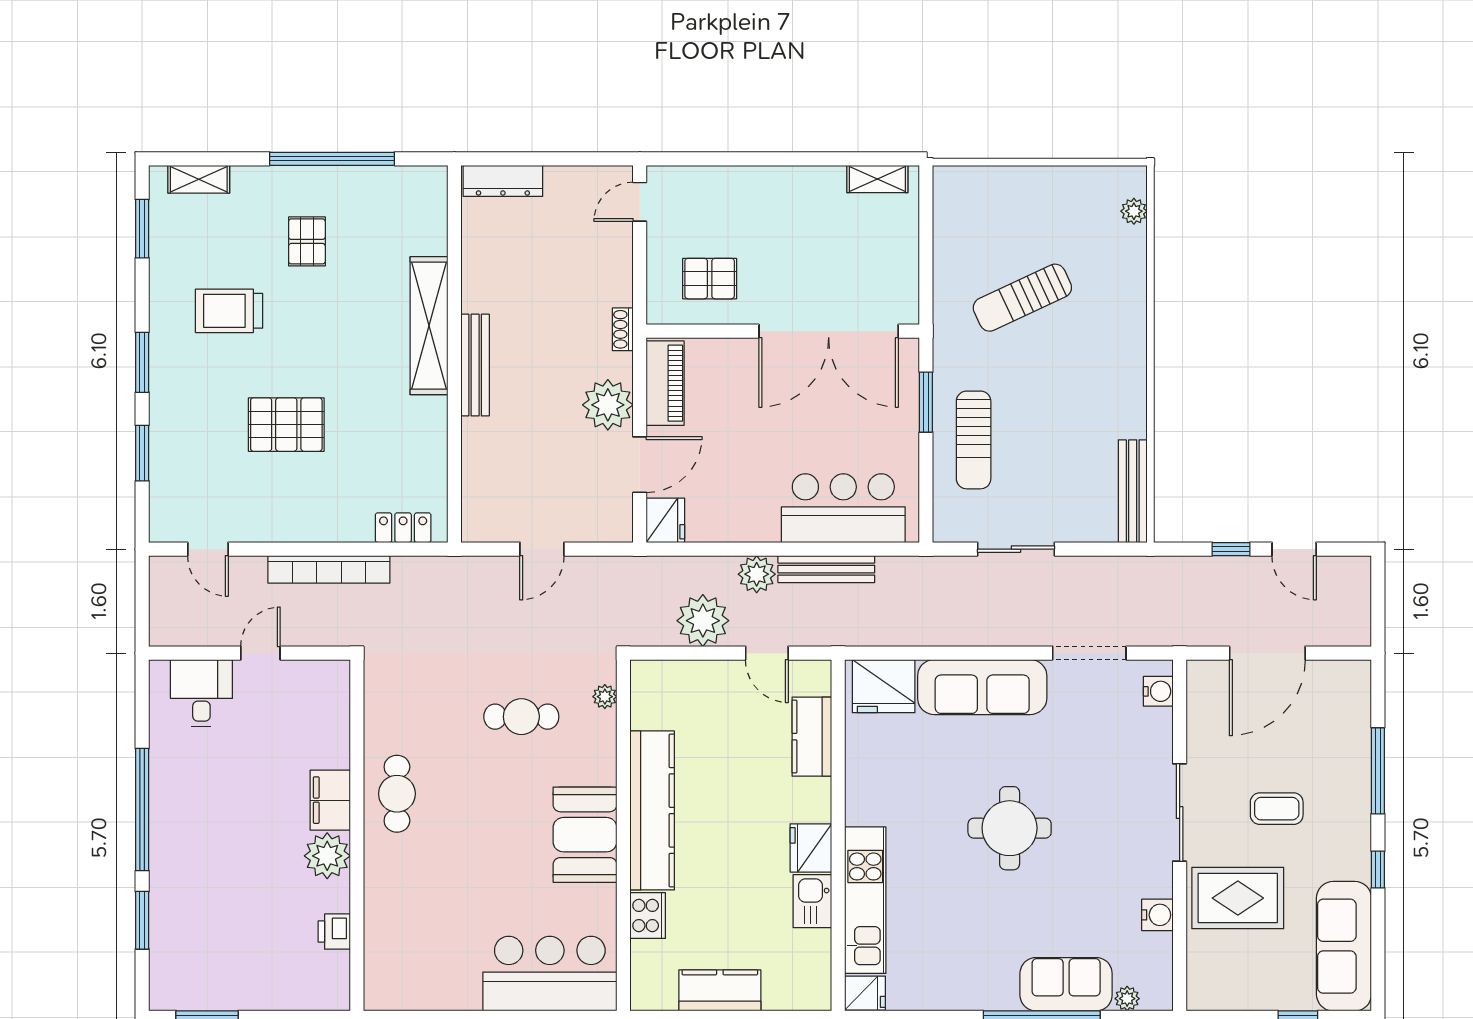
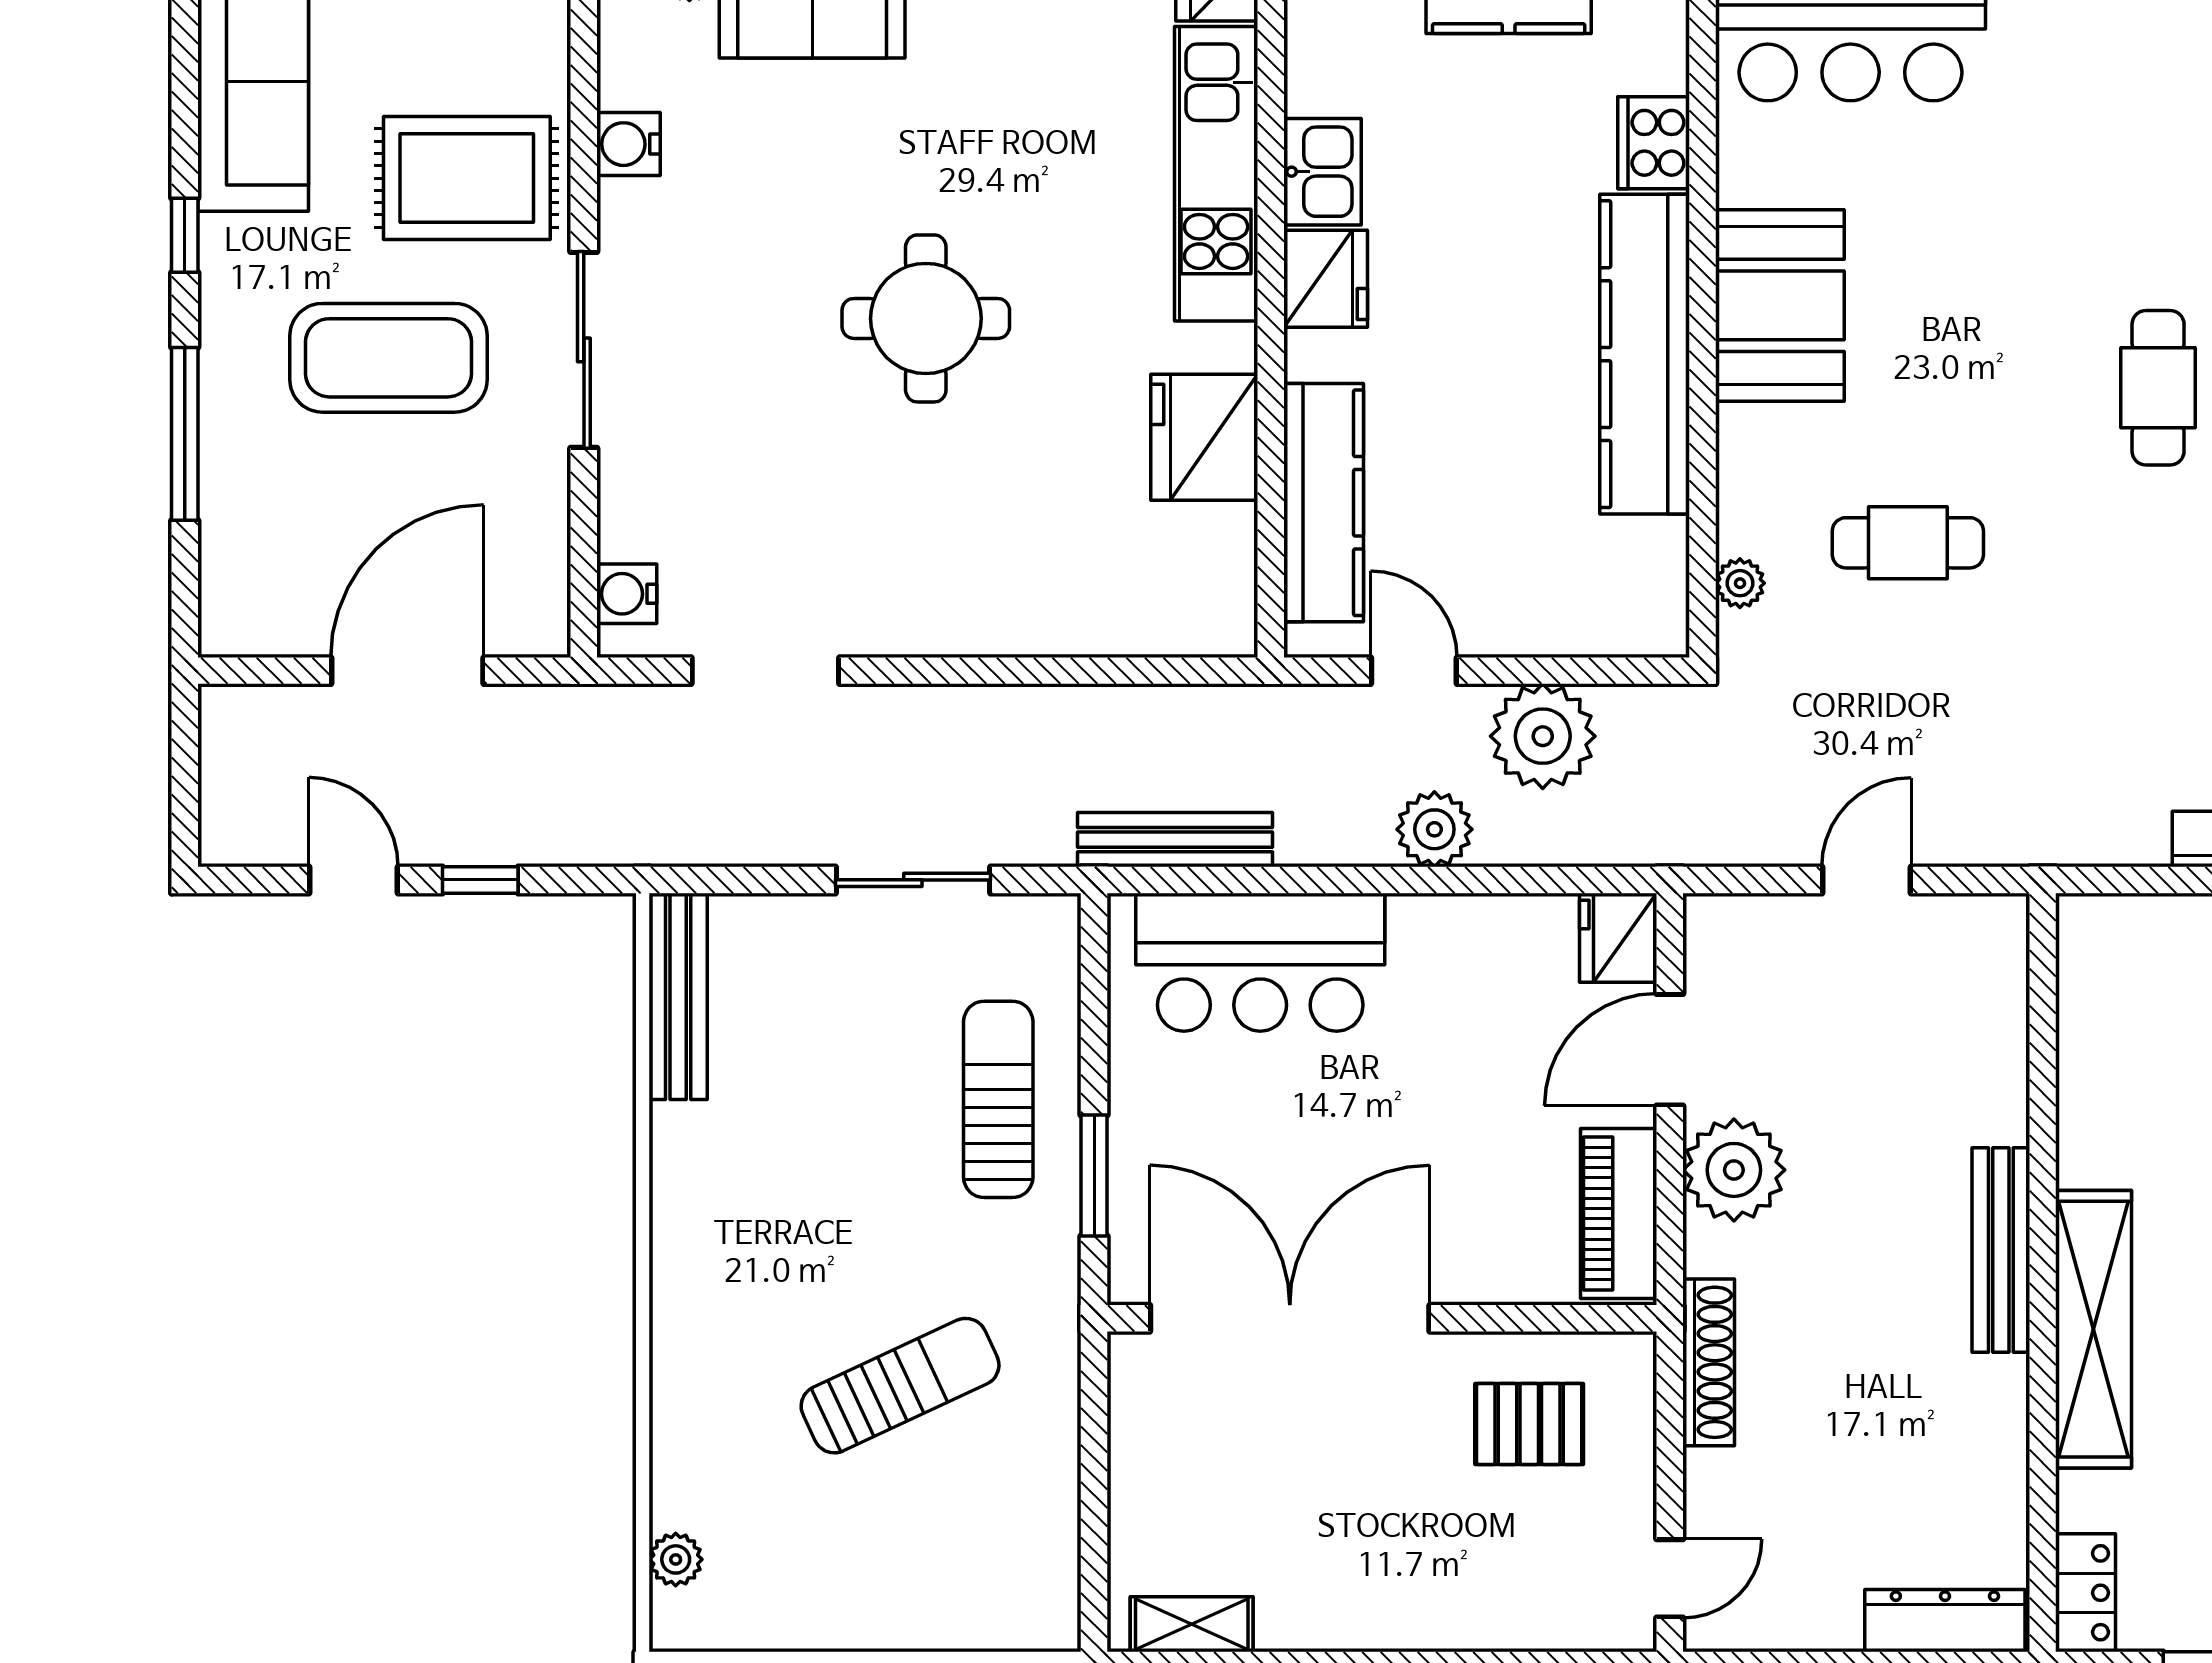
shoe rack: (623, 329) -> (1709, 1362), width x1.94, depth x1.24
locker: (403, 528) -> (2086, 1593), moved, turned -90
bench: (826, 569) -> (1175, 840), moved
fridge: (884, 686) -> (1204, 437), moved, turned -90
sofa: (982, 687) -> (981, 602), removed
kitchen counter: (812, 737) -> (1324, 503), width x1.50
coffee table: (1277, 809) -> (388, 358), width x1.86, depth x1.72

